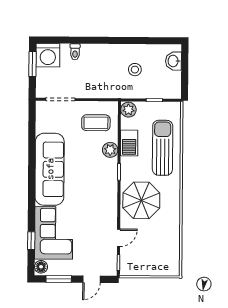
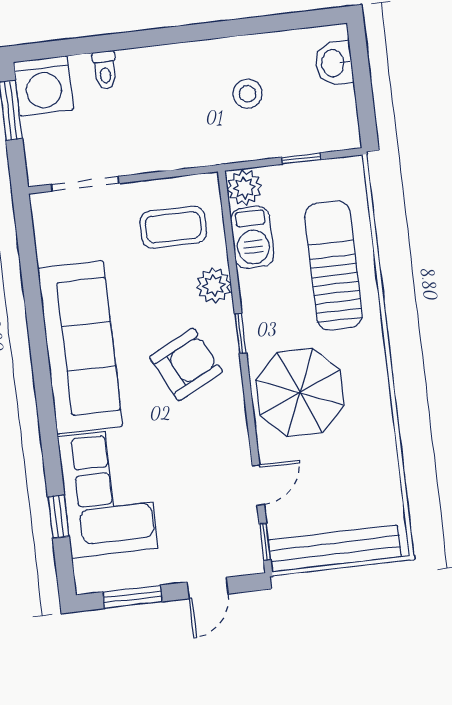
barbecue: (129, 143) -> (252, 237), moved
armchair: (94, 182) -> (186, 364), added
floor lamp: (41, 267) -> (88, 574), removed
bench: (148, 269) -> (335, 549), added

